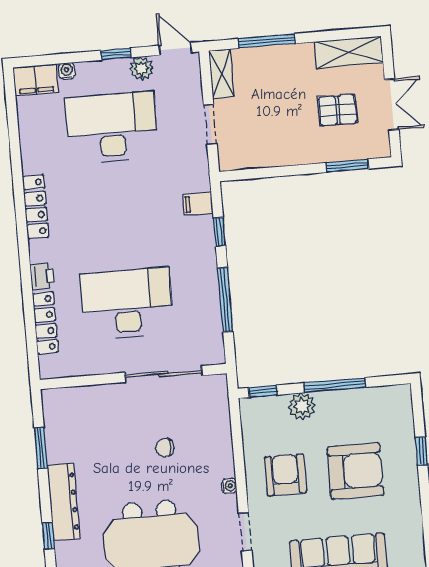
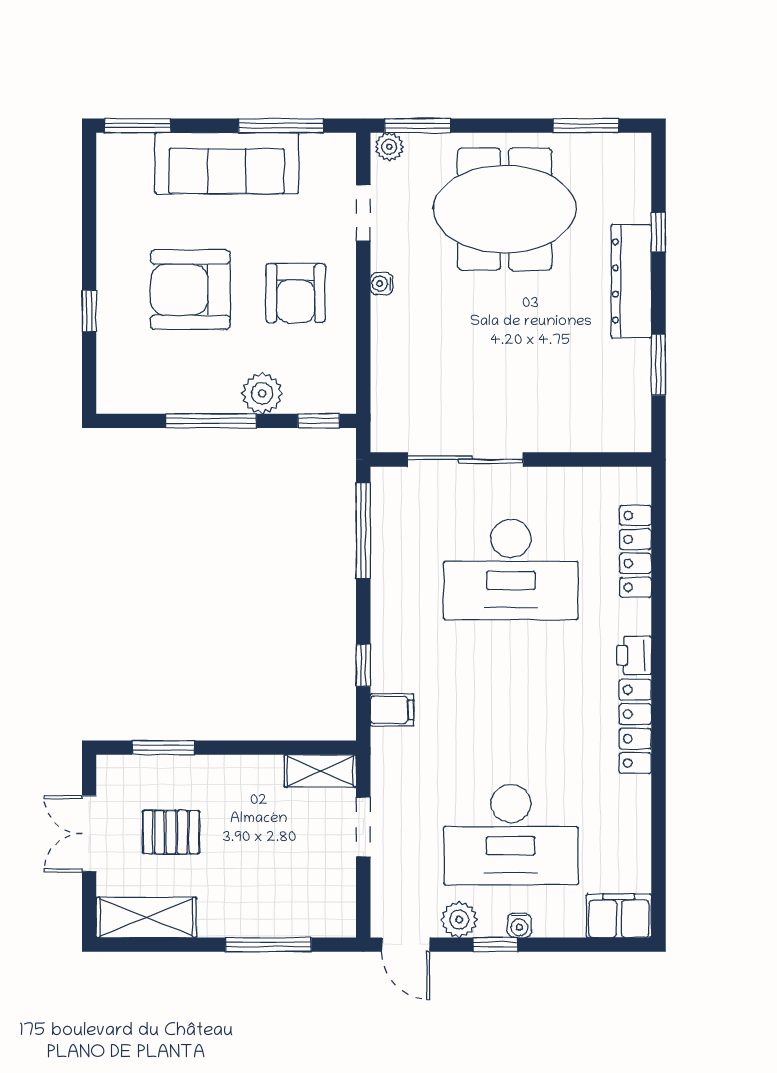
water cooler: (67, 71) -> (519, 925), moved
shelving: (221, 74) -> (320, 771), moved, turned 90
printer: (42, 276) -> (634, 655), moved
window: (225, 300) -> (363, 531), moved
chair: (165, 448) -> (473, 349), removed

